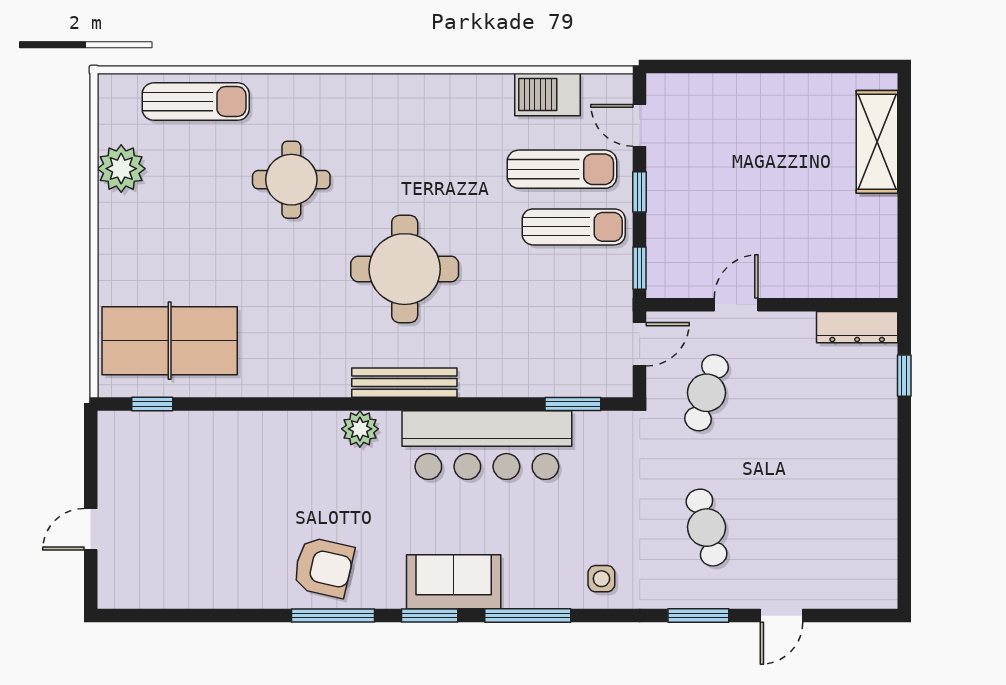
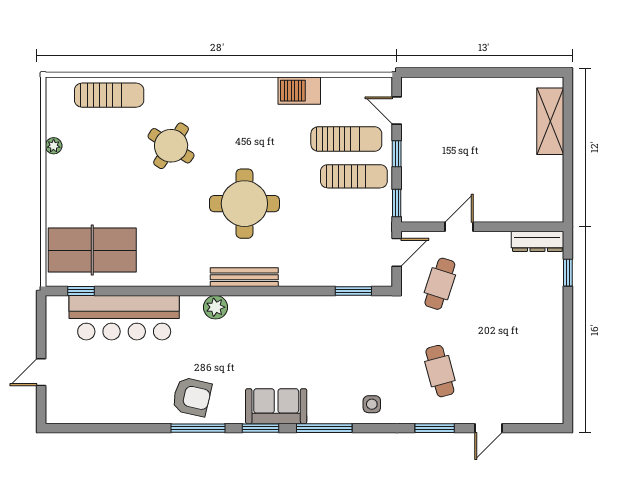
barbecue: (547, 95) -> (299, 91), moved
plant: (121, 169) -> (54, 146), width x0.53, depth x0.53
round table: (291, 180) -> (171, 146), turned 33
bar counter: (487, 445) -> (124, 318), moved

